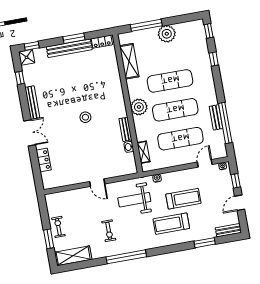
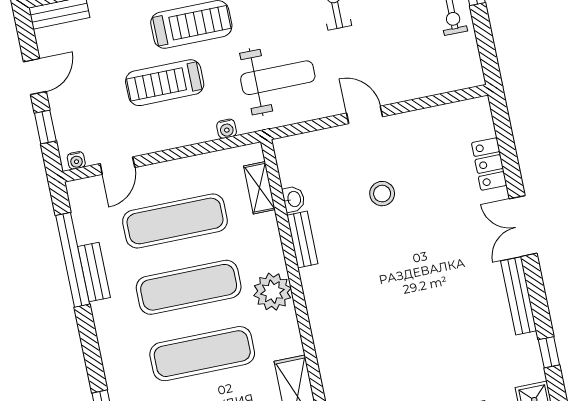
stool: (85, 117) -> (382, 194), moved

